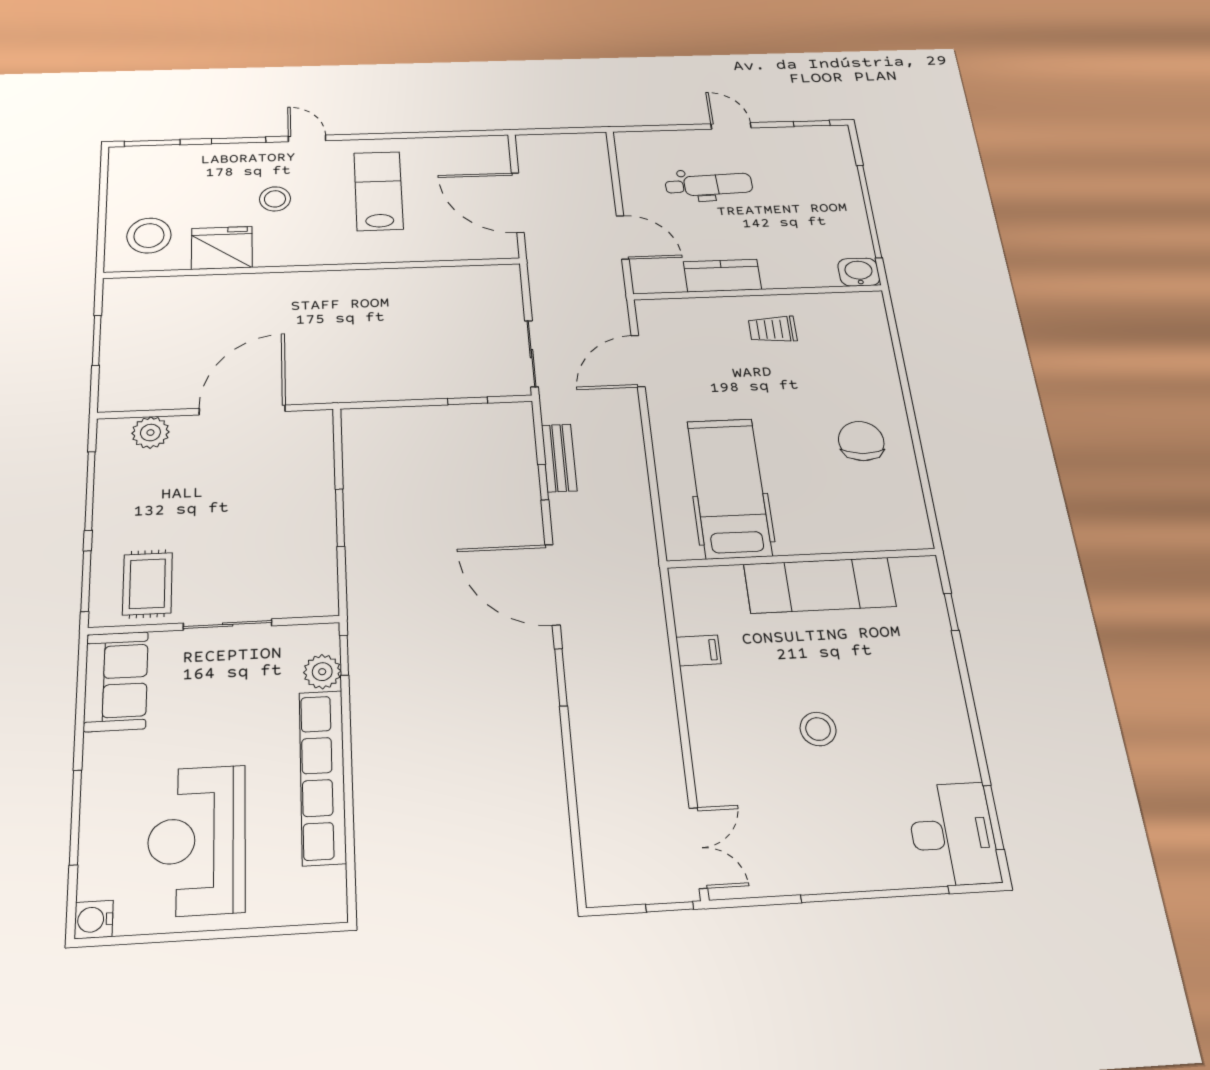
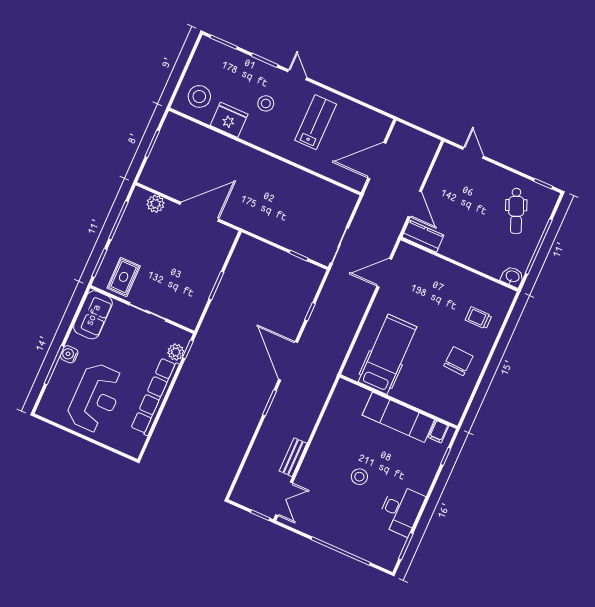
door: (731, 126) -> (473, 153), moved
dental chair: (709, 185) -> (516, 211), moved, turned 69
door: (518, 203) -> (377, 161), hinge flipped
kitchen counter: (722, 276) -> (423, 236), moved
trolley: (773, 329) -> (479, 318), moved
bench: (559, 458) -> (293, 457), moved
filing cabinet: (698, 650) -> (438, 432), moved, turned 90
desk: (953, 834) -> (401, 510), moved
reception desk: (197, 840) -> (96, 398), turned 180
water cooler: (94, 920) -> (69, 354), moved

